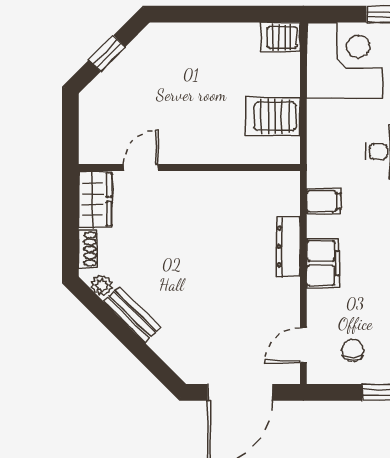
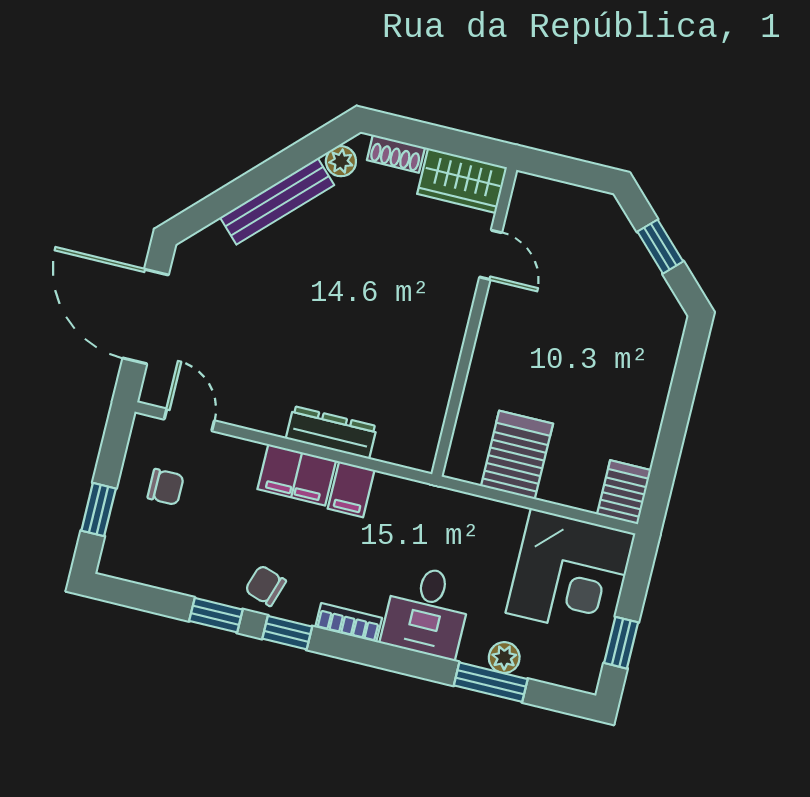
filing cabinet: (324, 201) -> (351, 489), moved
bench: (132, 314) -> (277, 201), width x1.36

